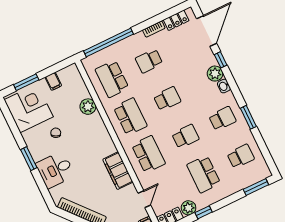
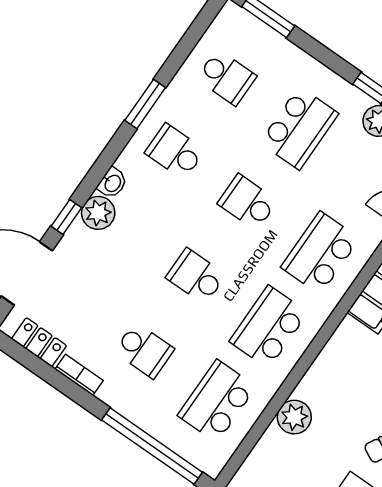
school desk: (112, 79) -> (217, 401), turned 180
school desk: (241, 156) -> (227, 77), turned 180

